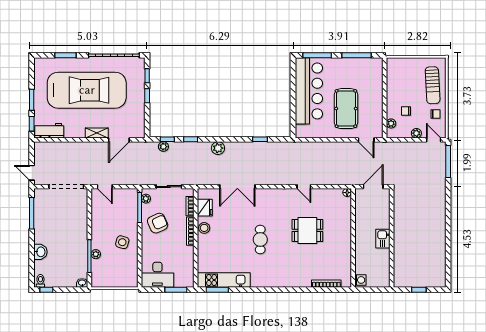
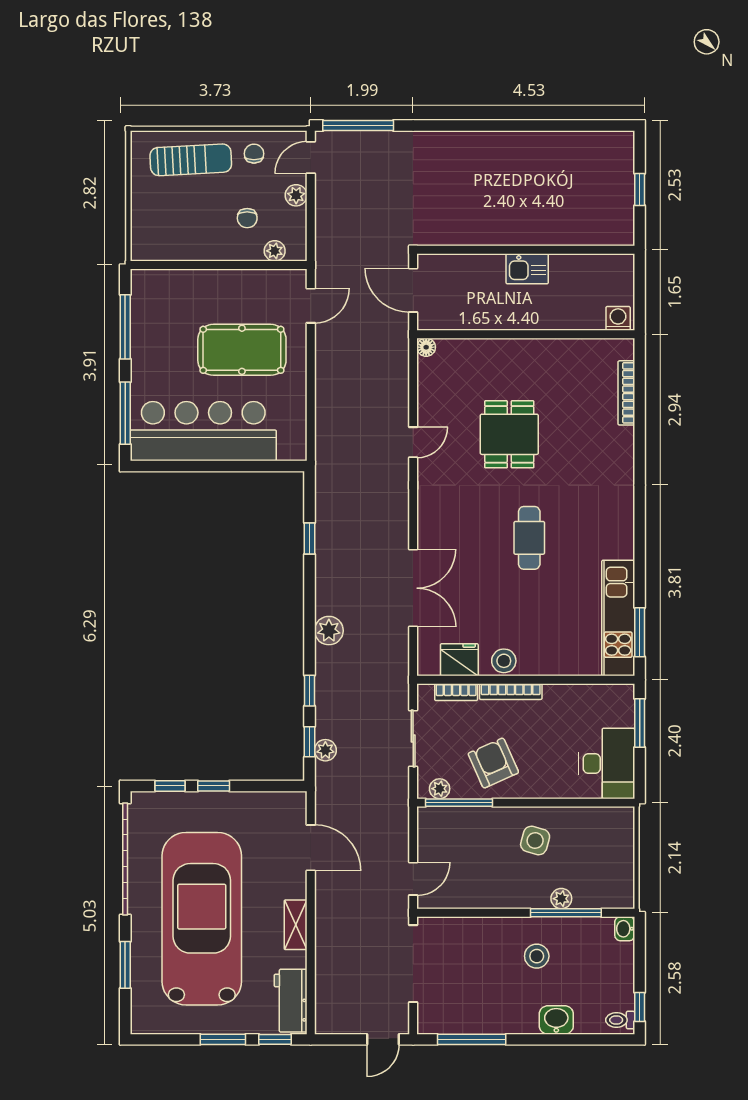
shelving: (97, 133) -> (296, 925), moved
cafe table: (260, 240) -> (529, 538), turned 90
stool: (70, 243) -> (537, 956), added

